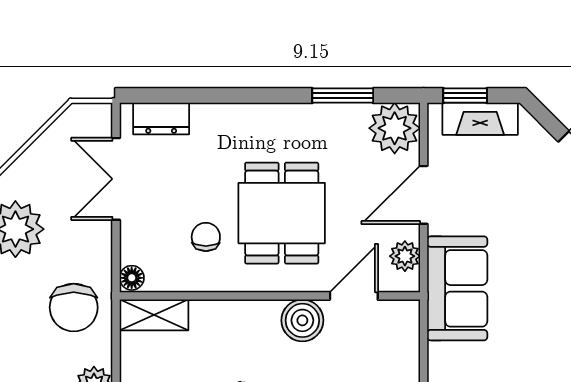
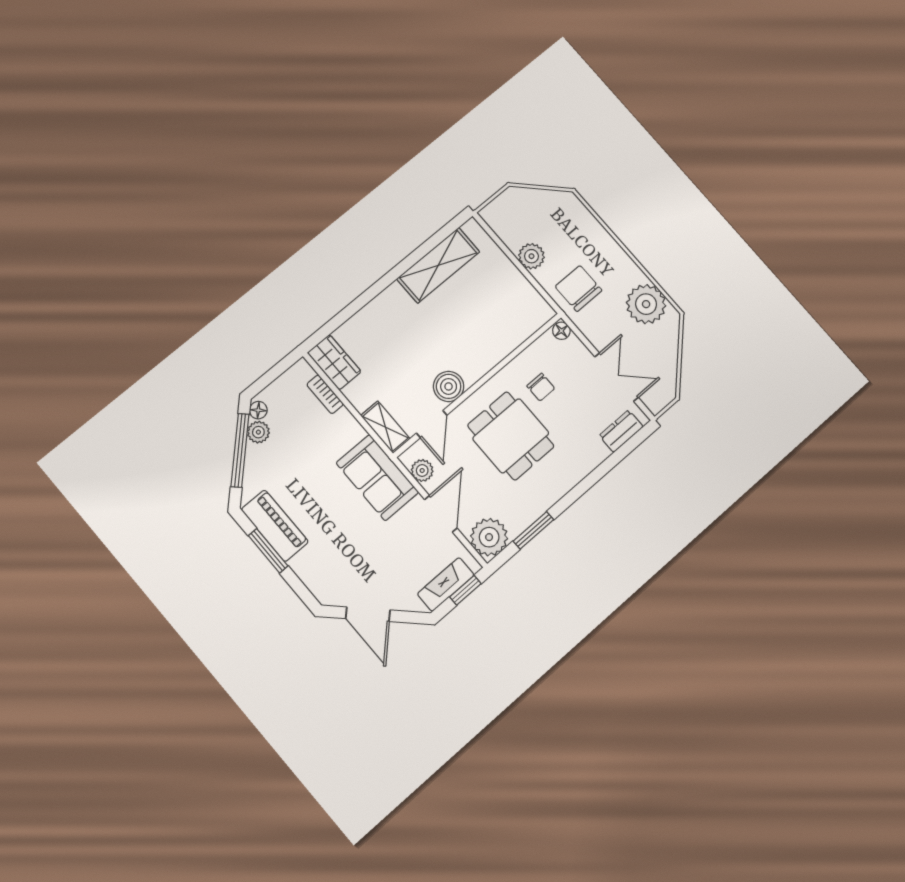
shelving: (154, 315) -> (385, 427), moved, turned 90

